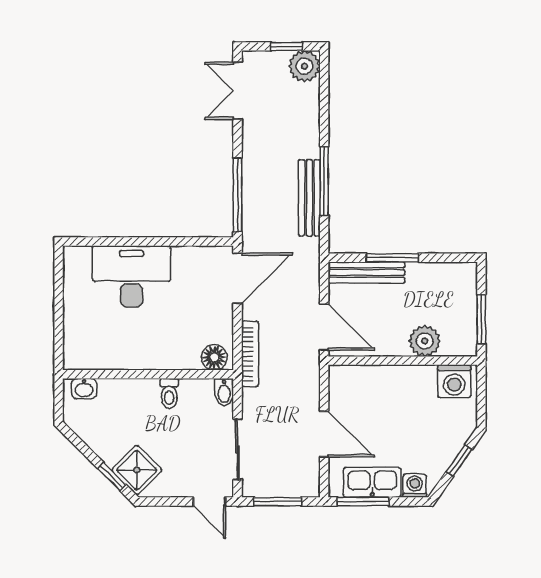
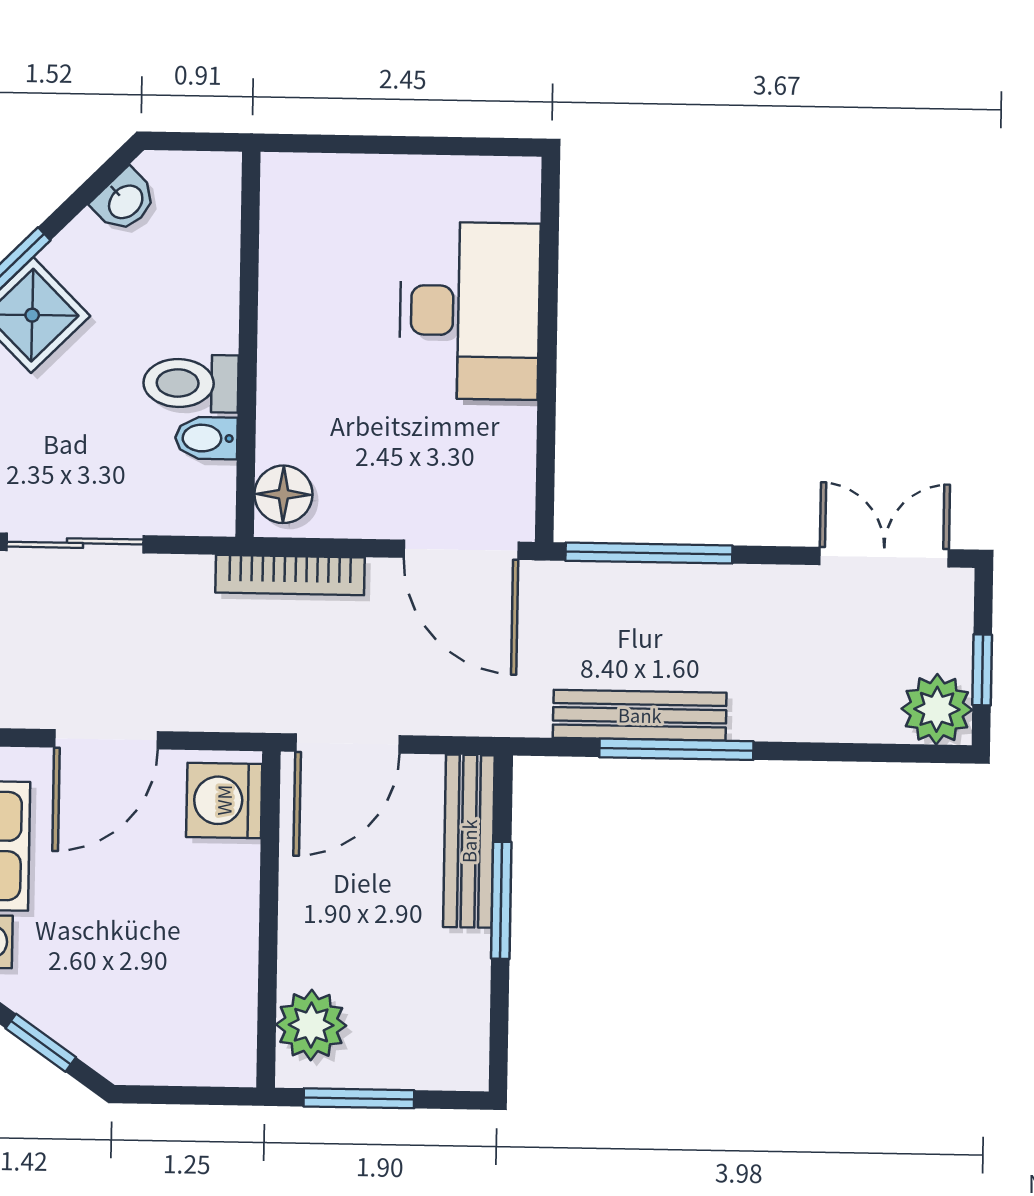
plant: (425, 341) -> (311, 1025), moved
washing machine: (454, 381) -> (224, 800), moved
washbasin: (84, 389) -> (125, 201), moved, turned -135
bidet: (224, 392) -> (206, 438), moved
toilet: (169, 393) -> (191, 383), width x1.37, depth x1.39

